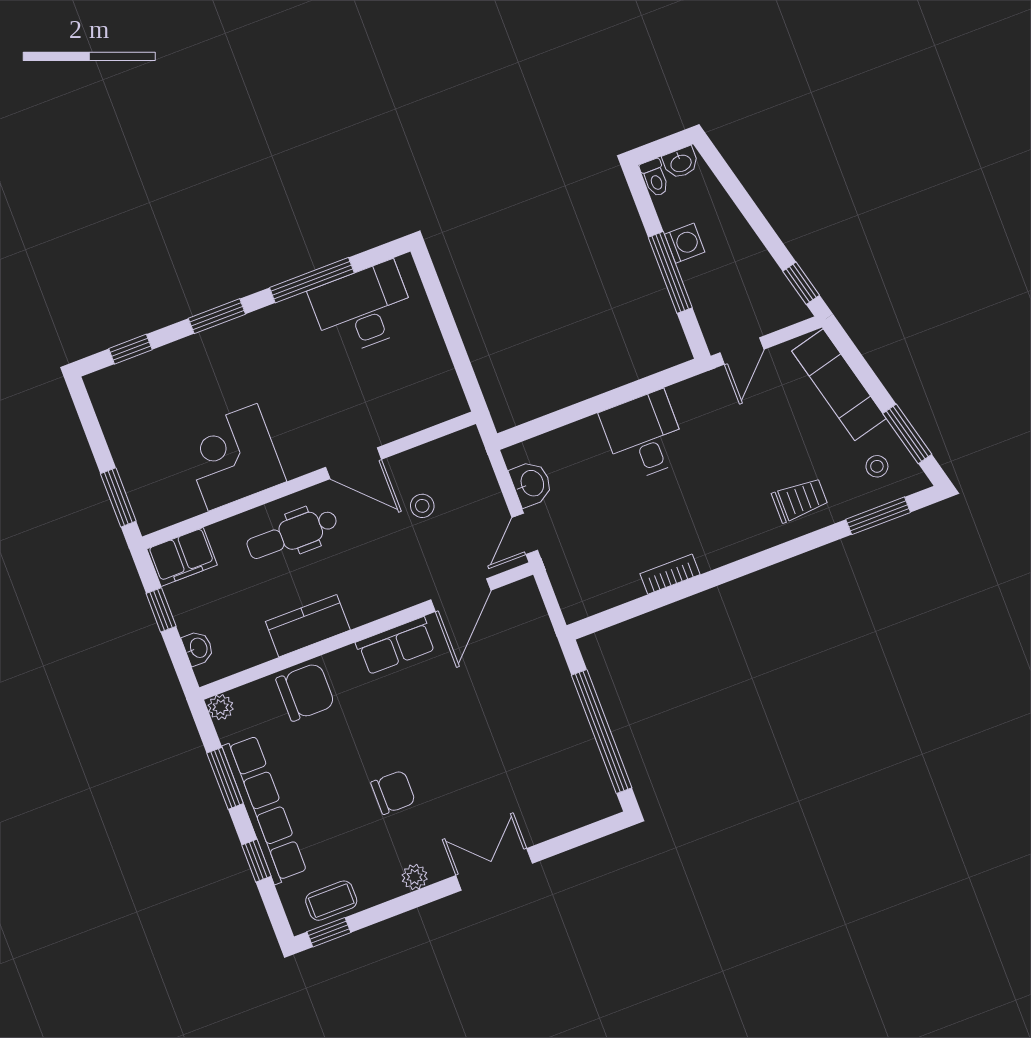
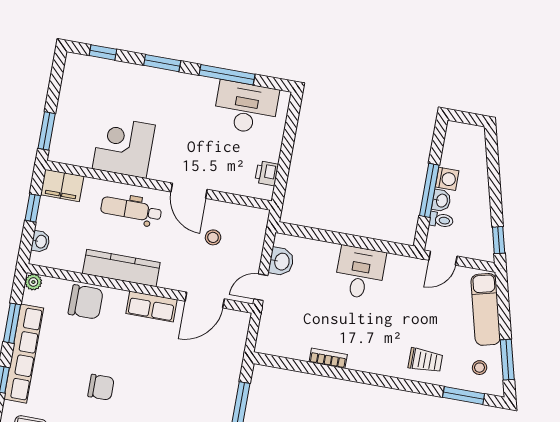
washbasin: (681, 163) -> (441, 201), moved, turned -90
toilet: (655, 178) -> (441, 220), moved, turned -90
printer: (442, 379) -> (267, 173), added
kitchen counter: (308, 626) -> (121, 268), width x1.50

